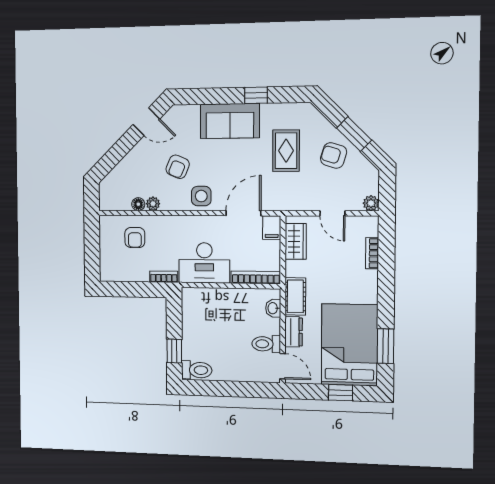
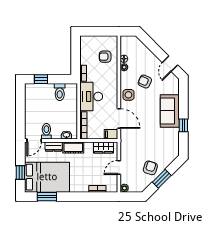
rug: (286, 151) -> (153, 142), removed
toilet: (197, 370) -> (60, 92), moved

